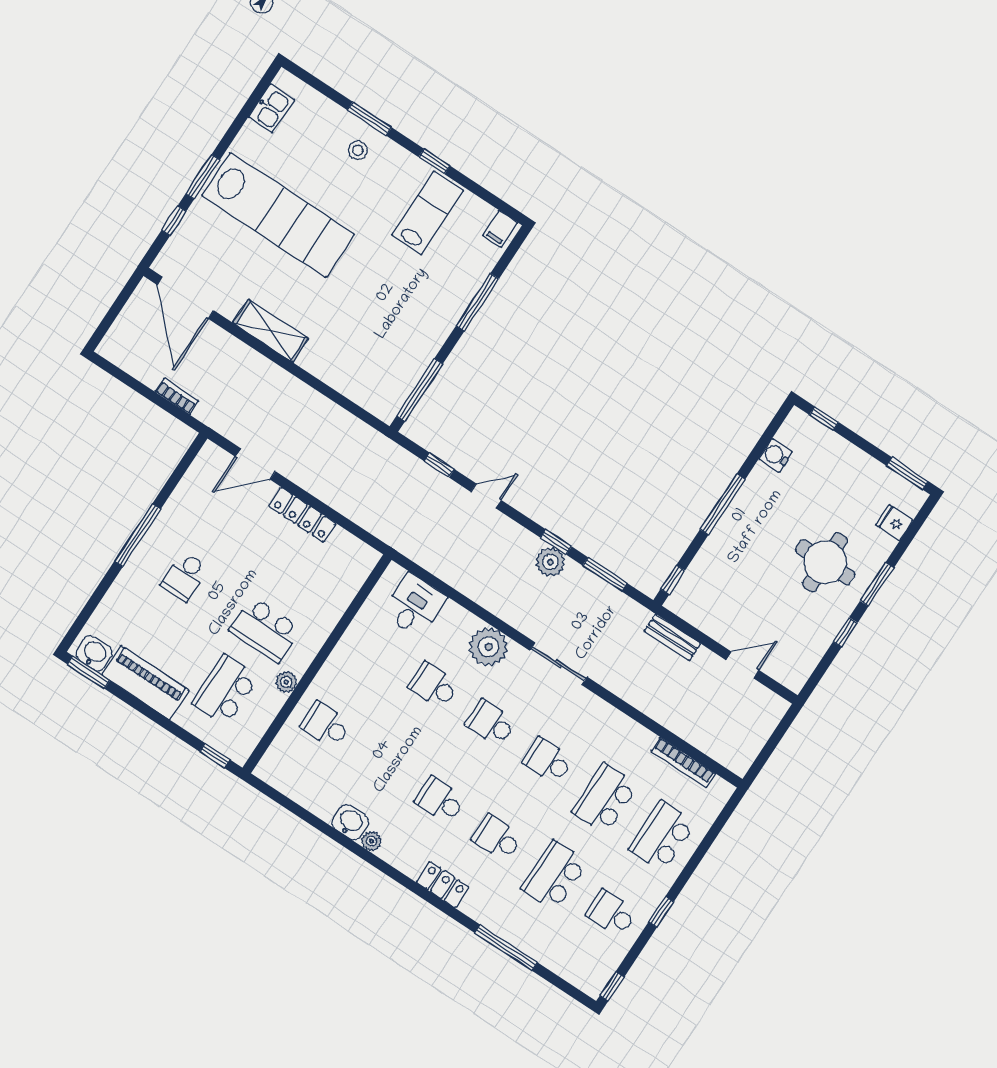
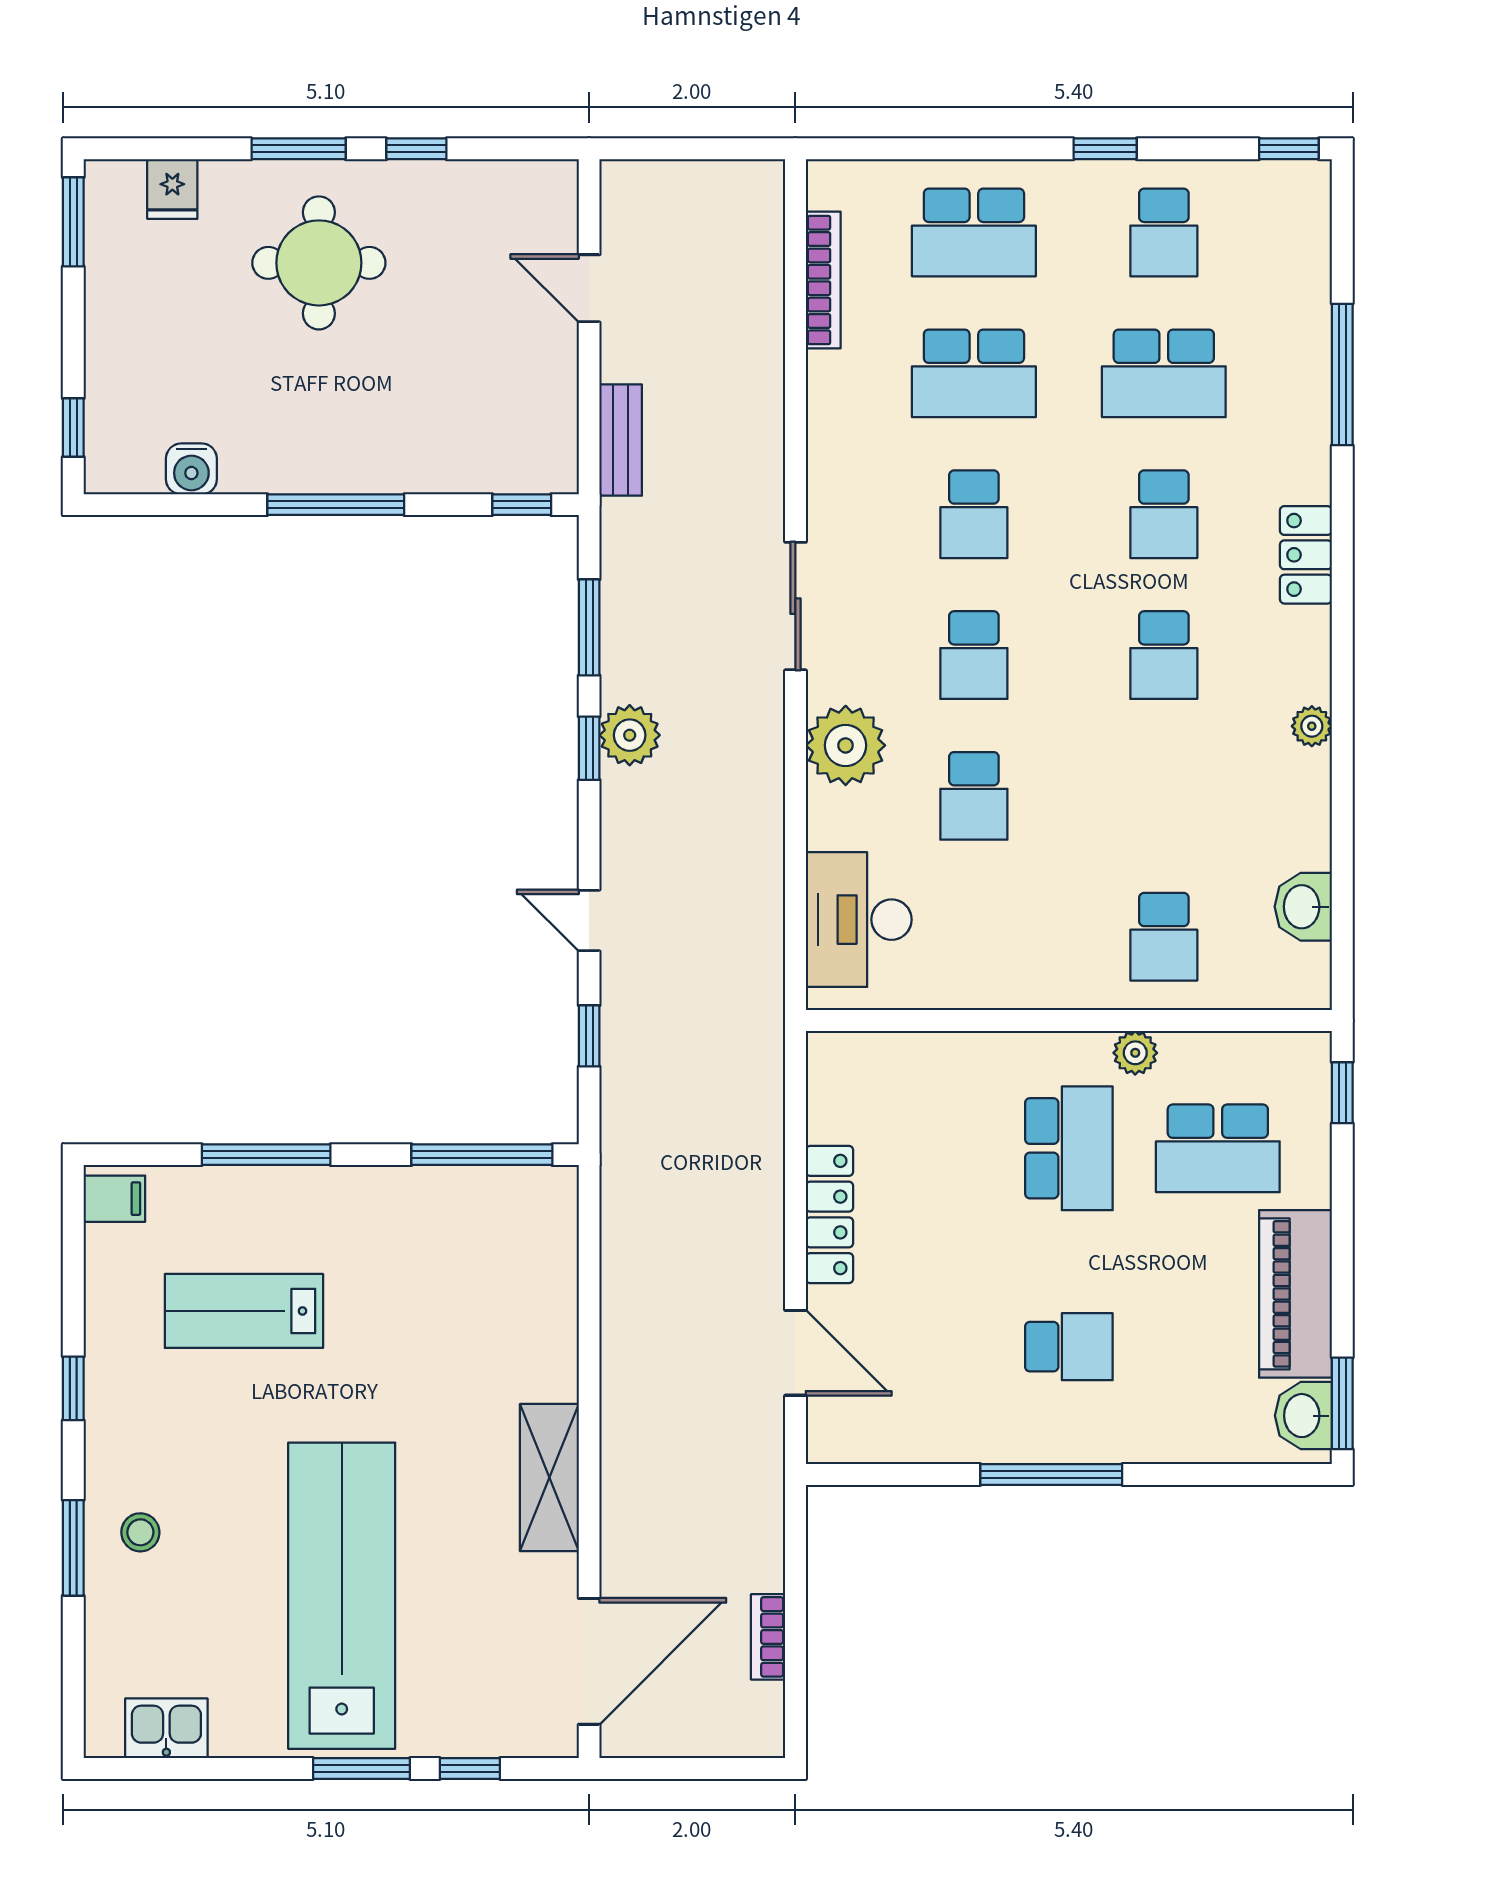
lab bench: (428, 213) -> (244, 1311), moved
bookcase: (177, 396) -> (768, 1637), moved
desk: (414, 606) -> (859, 920), width x1.37
washbasin: (350, 822) -> (1303, 907), moved

